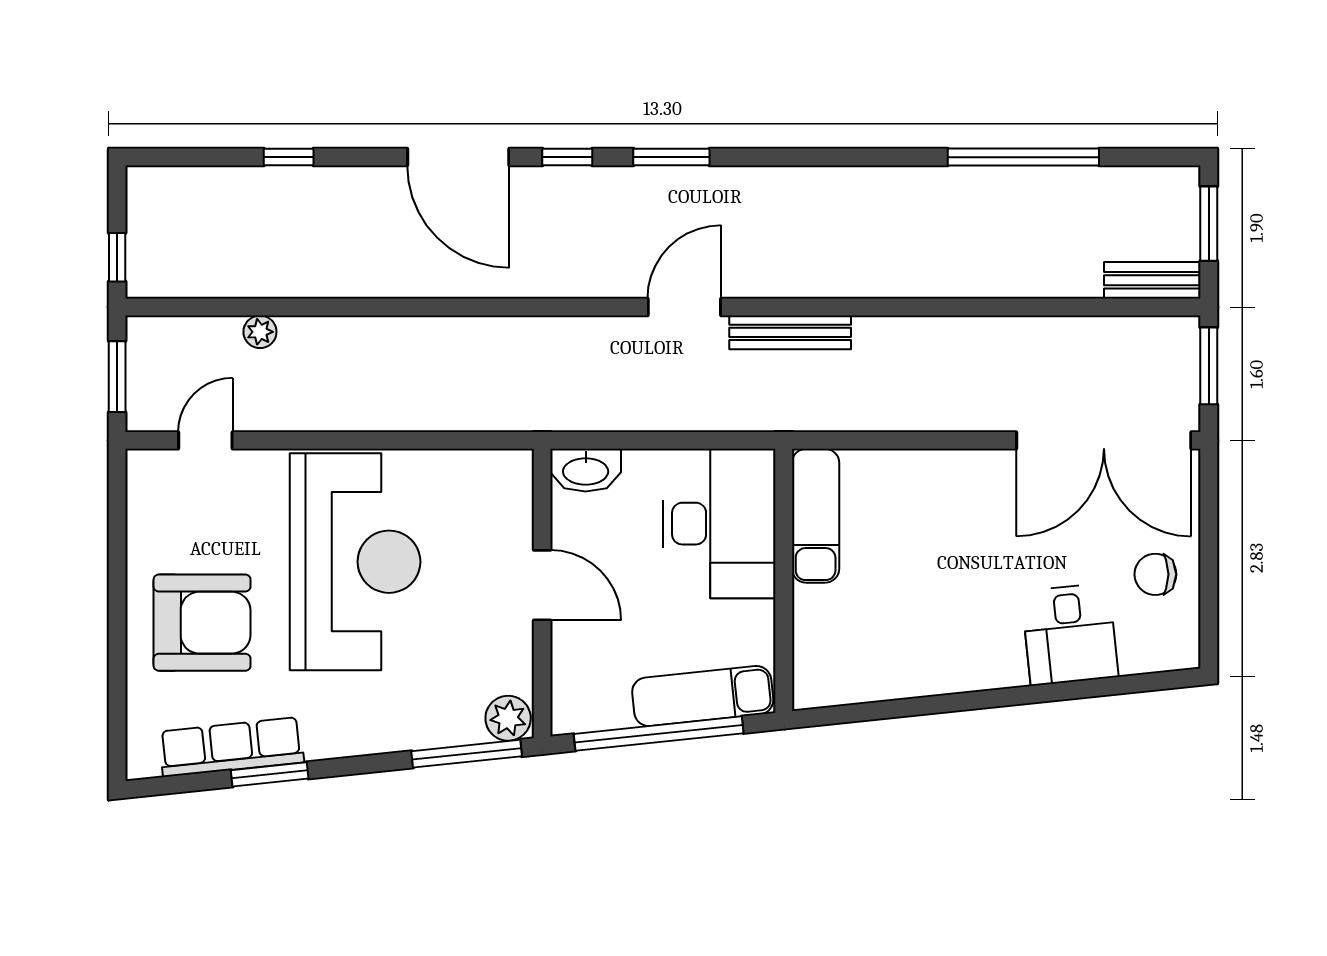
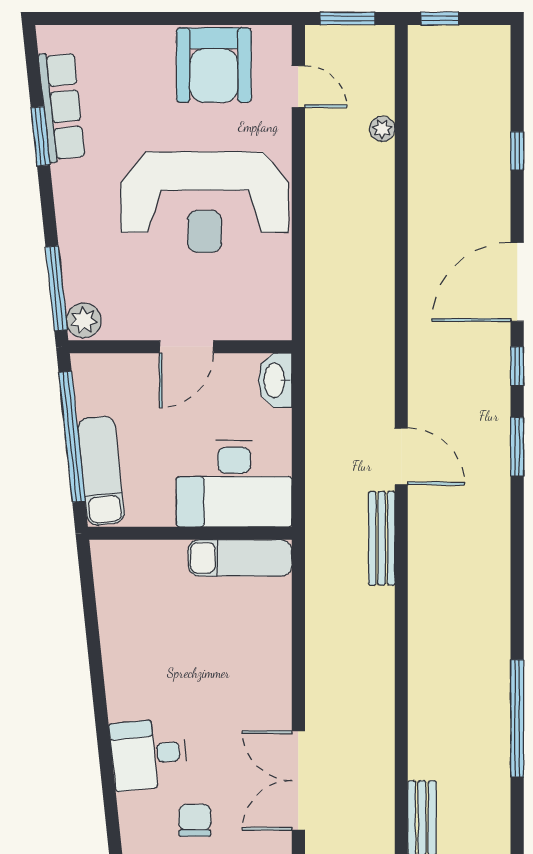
double door: (1104, 440) -> (298, 780), width x0.73
armchair: (202, 623) -> (214, 65), moved

